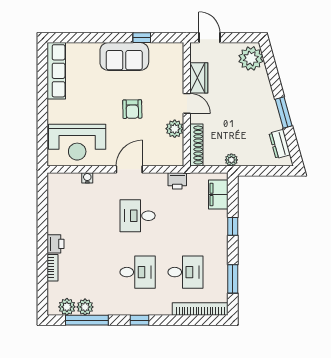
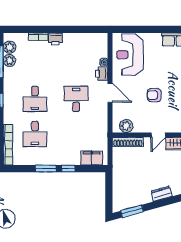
window: (284, 112) -> (132, 211), moved
plant: (175, 129) -> (126, 126), moved
dresser: (280, 144) -> (162, 194), moved
plant: (231, 160) -> (117, 168), removed
printer: (177, 181) -> (102, 74), moved
window: (233, 279) -> (46, 169), moved

